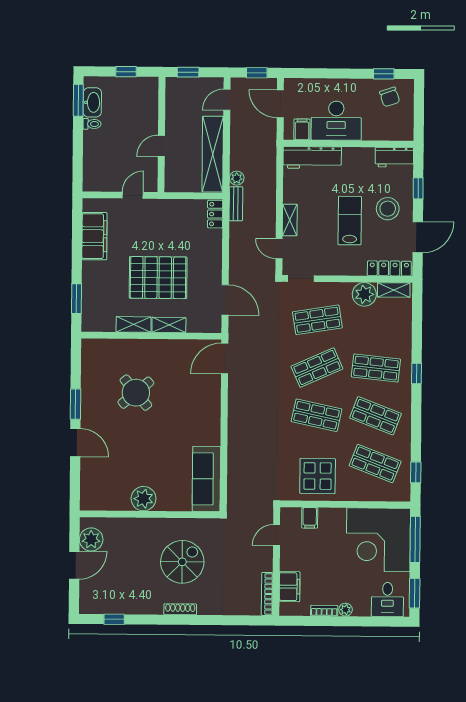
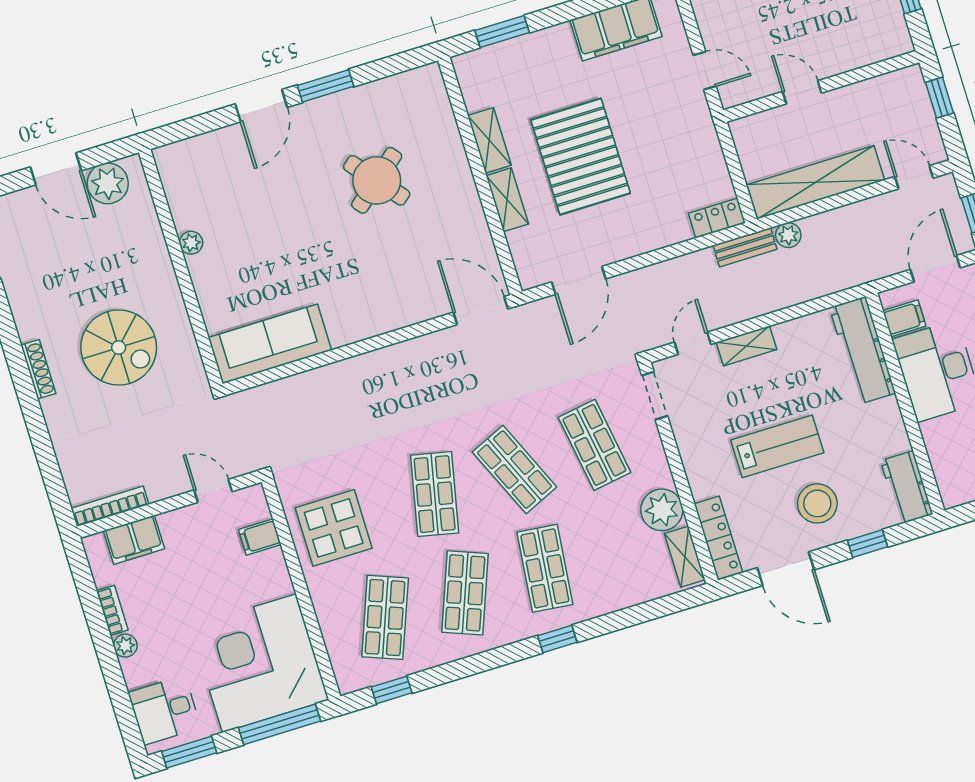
plant: (144, 499) -> (191, 243), width x0.53, depth x0.53

